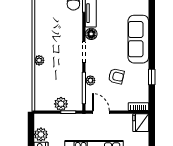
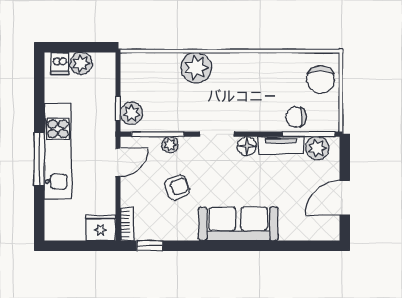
plant: (39, 60) -> (196, 68), width x1.87, depth x1.87
armchair: (116, 76) -> (177, 187), turned -123
window: (152, 77) -> (150, 246), moved
plant: (61, 104) -> (132, 113), moved

